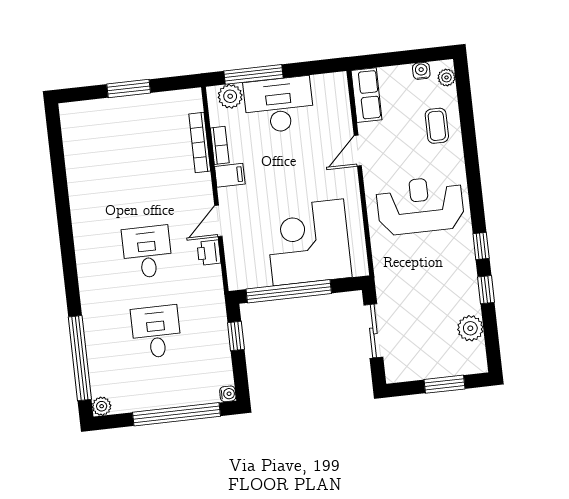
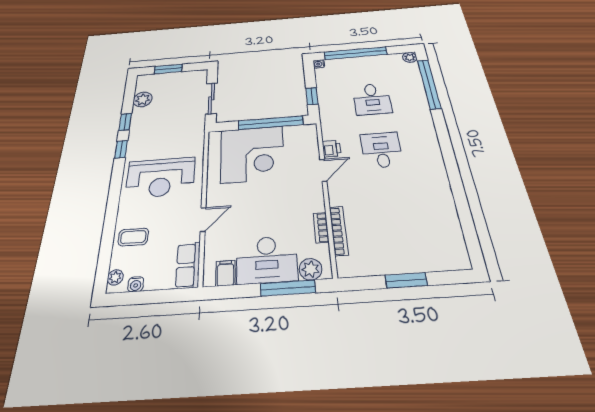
coffee table: (437, 126) -> (133, 237), turned 90
filing cabinet: (230, 175) -> (226, 273), moved, turned 90
desk: (147, 252) -> (381, 150), turned 180

